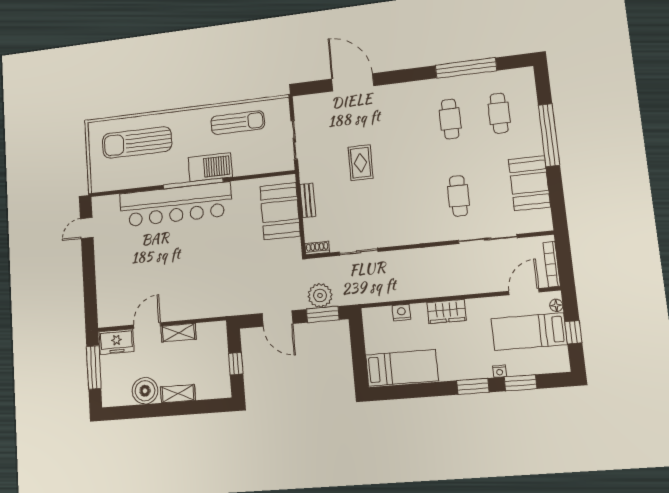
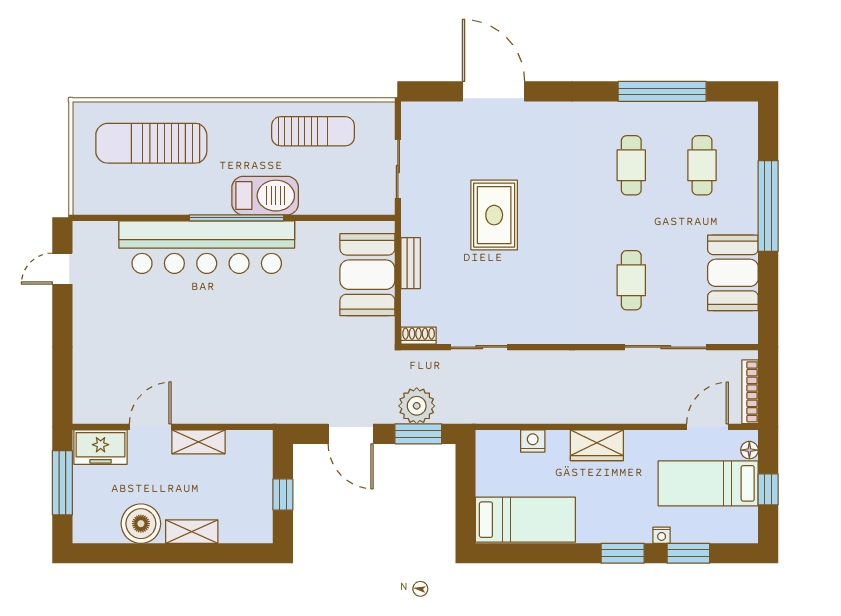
rug: (361, 163) -> (494, 215), width x1.36, depth x1.43

